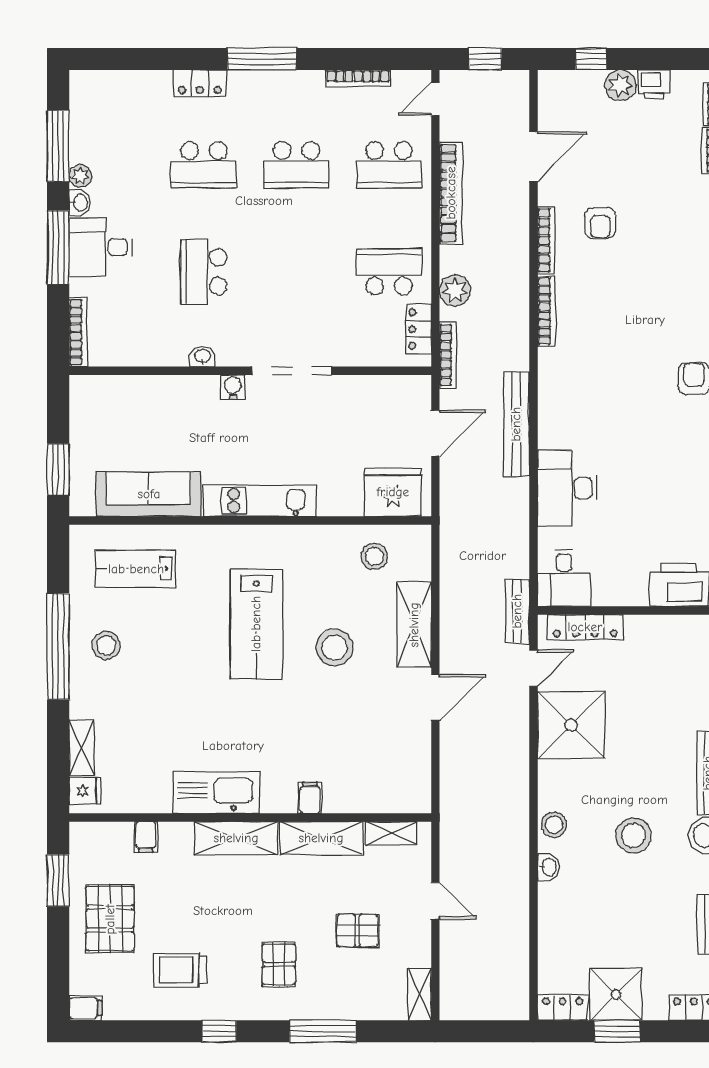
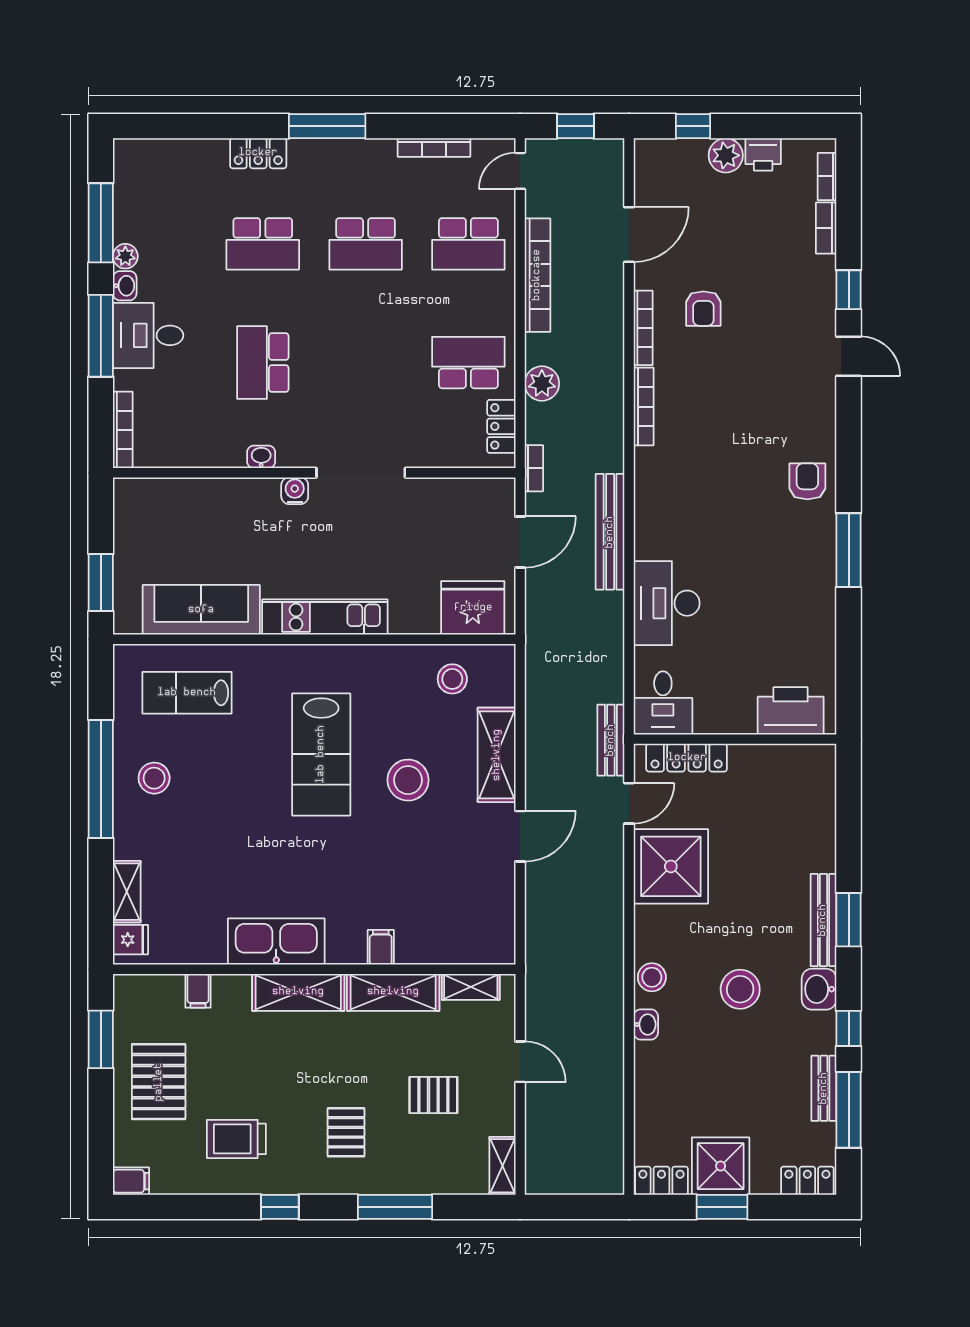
bookcase: (448, 355) -> (534, 468), width x0.64

